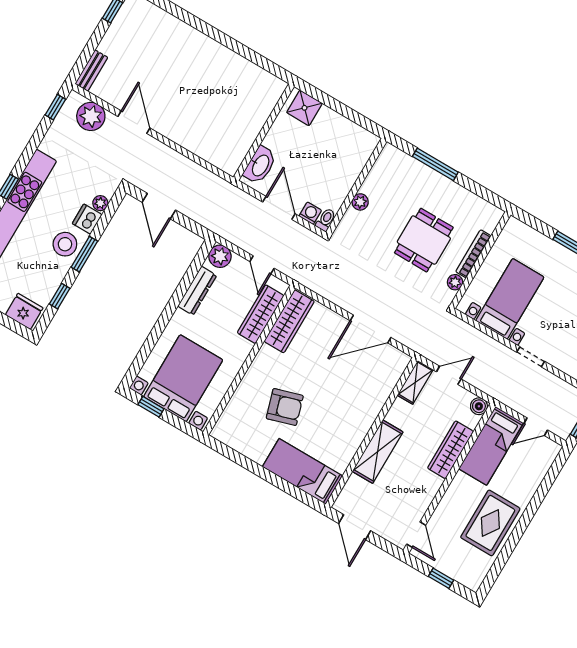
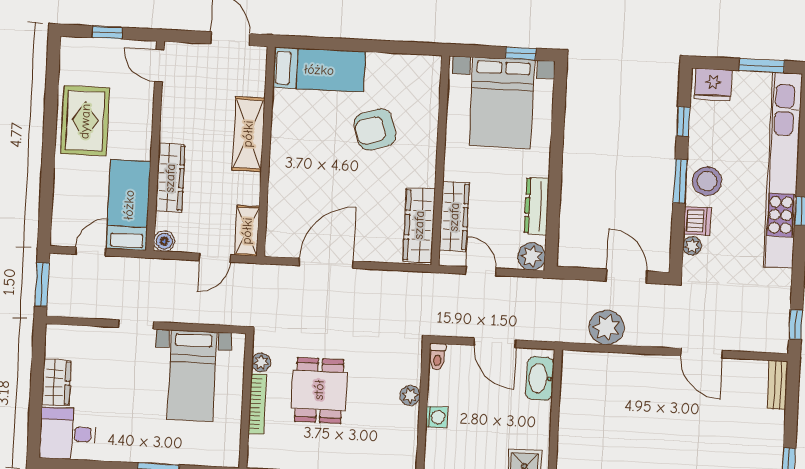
plant: (91, 116) -> (607, 327), moved
washing machine: (310, 213) -> (437, 417), moved, turned -90

